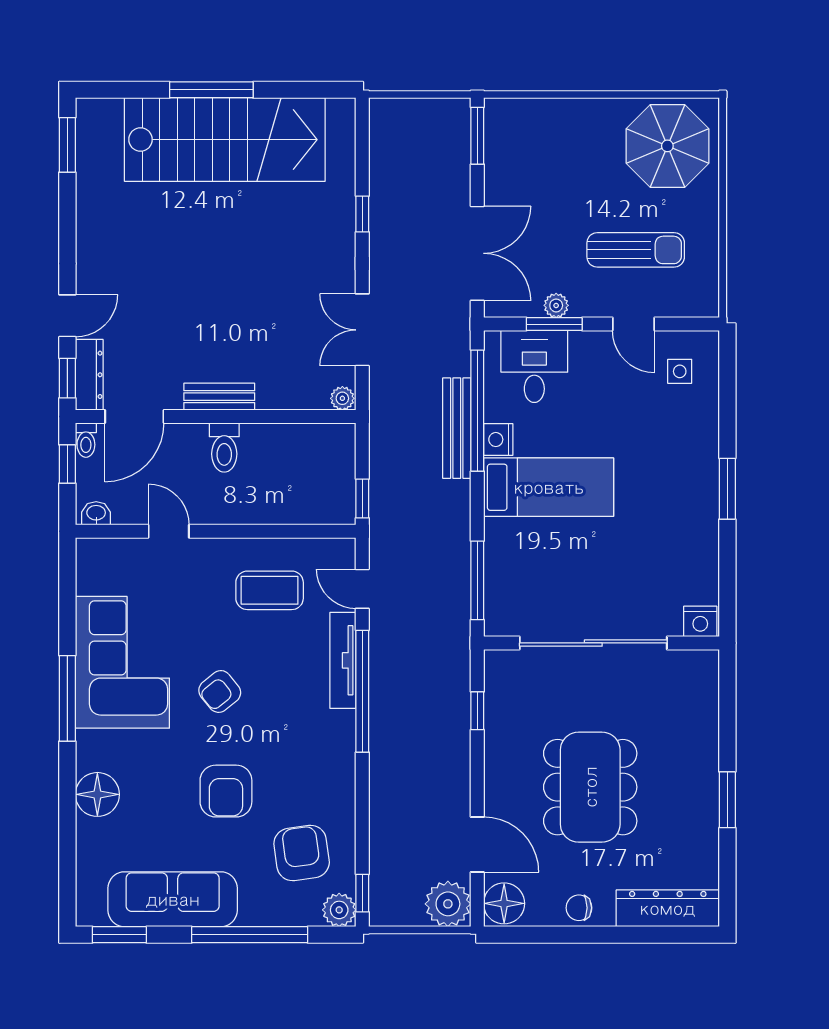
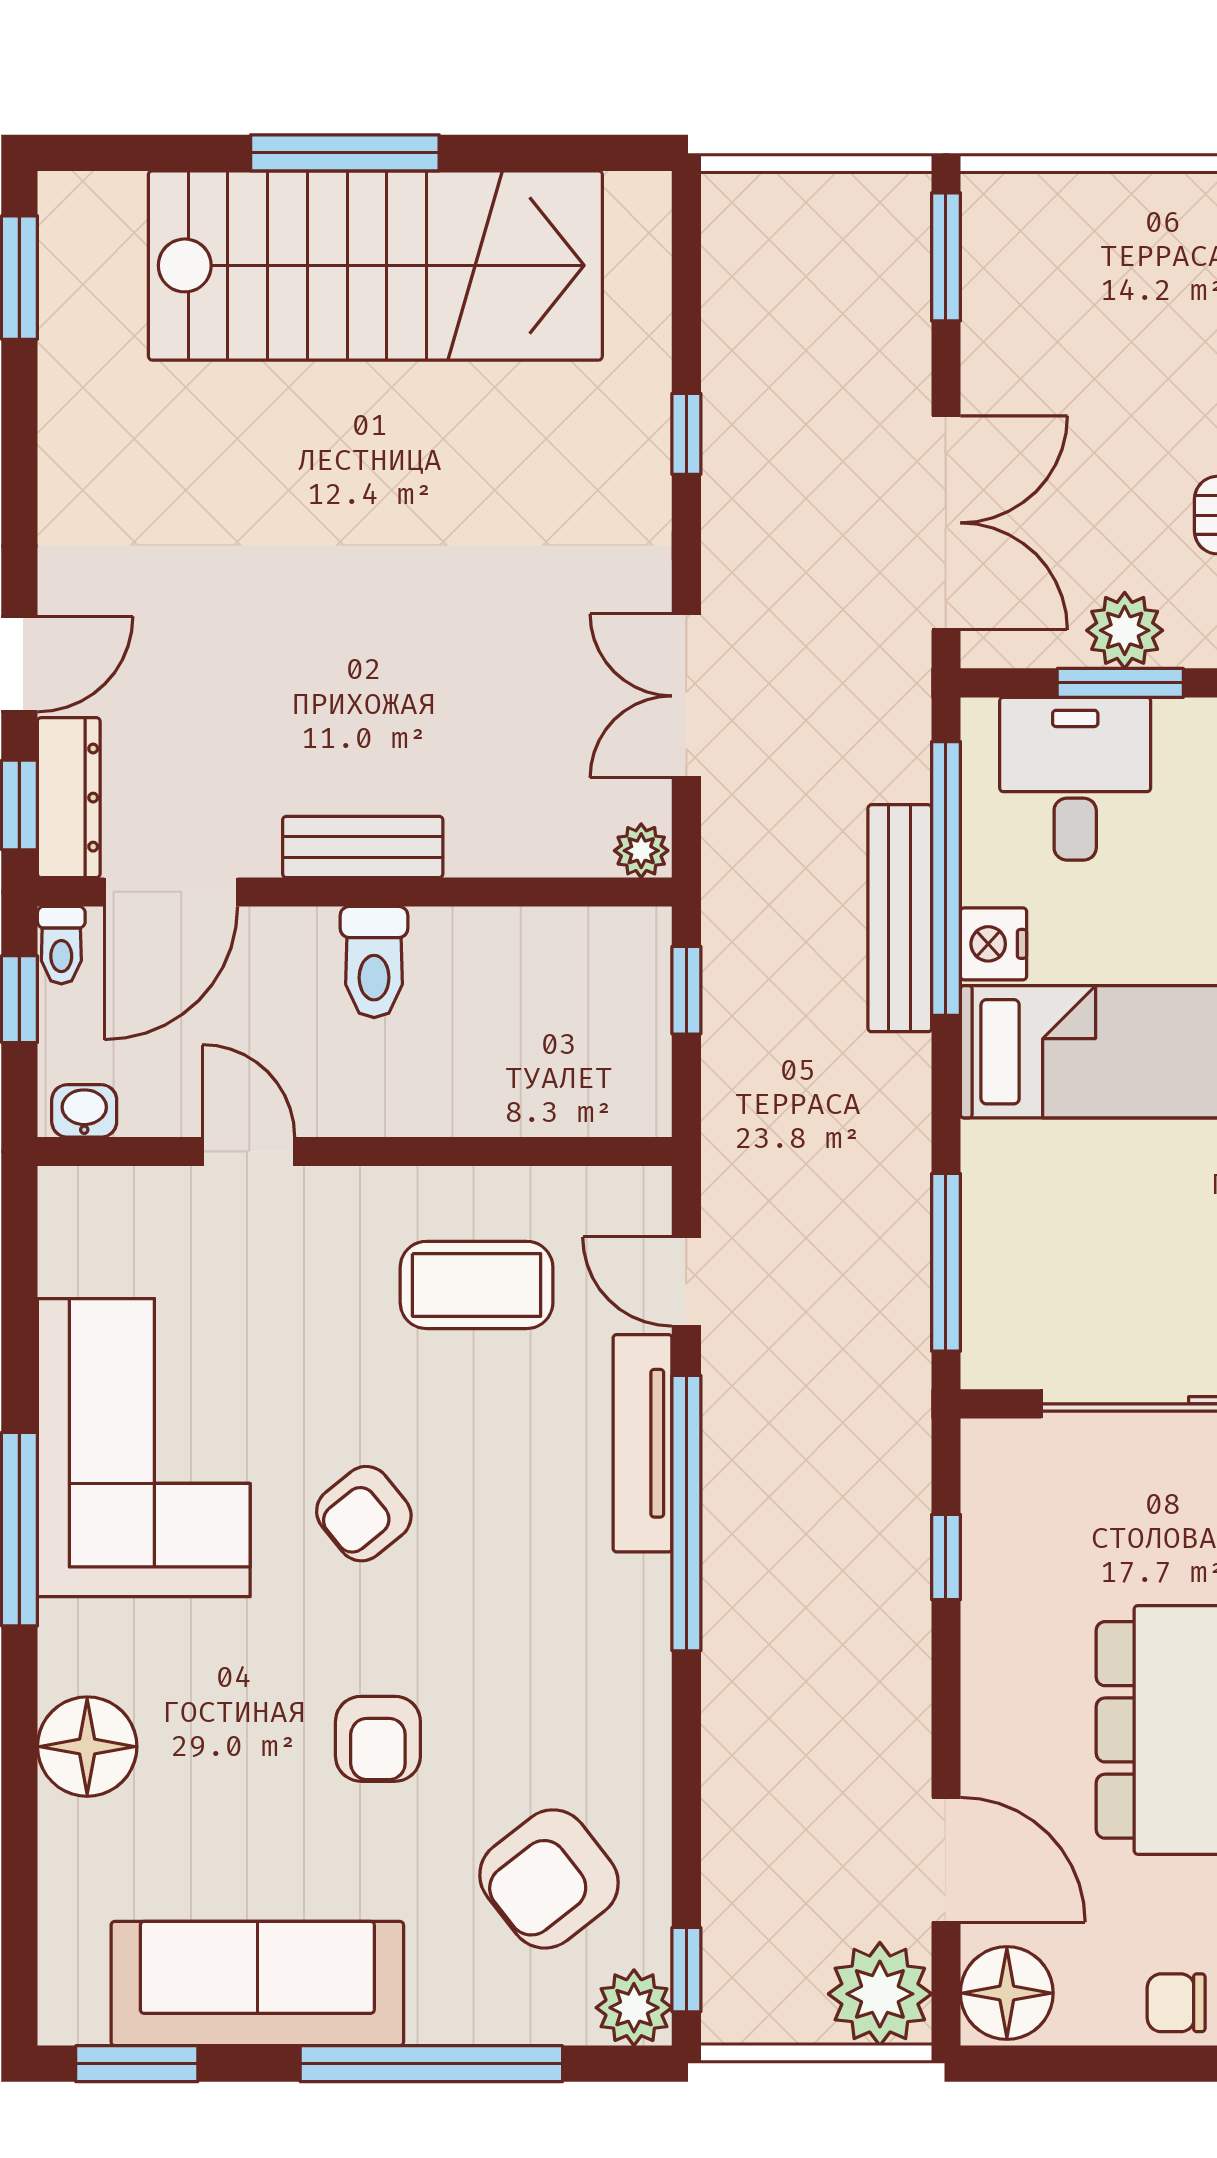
plant: (556, 305) -> (1125, 630), width x1.38, depth x1.38
window: (362, 498) -> (686, 990), moved
armchair: (226, 791) -> (378, 1739), width x0.72, depth x0.72
armchair: (302, 853) -> (549, 1879), turned -120

